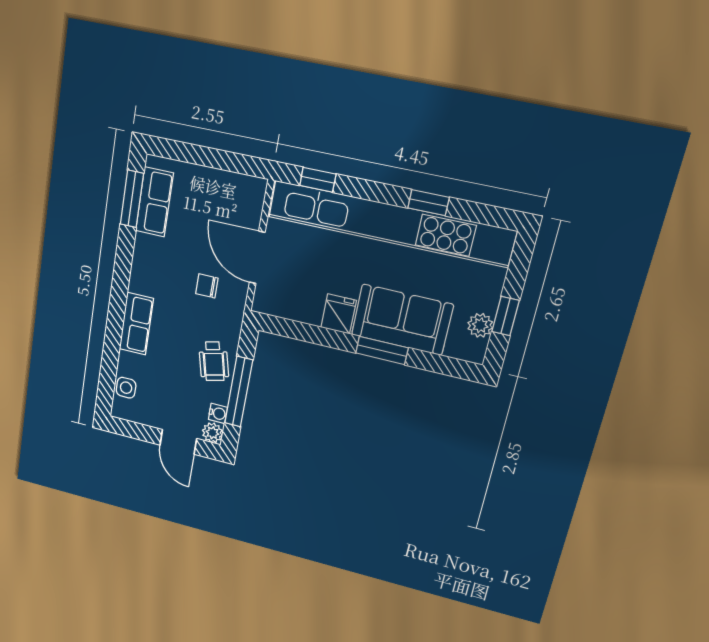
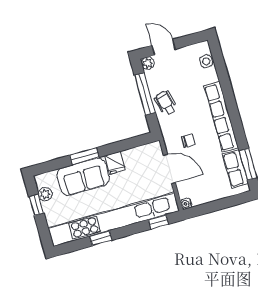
row of seats: (136, 324) -> (221, 117), width x2.02
water cooler: (218, 413) -> (186, 204), moved

